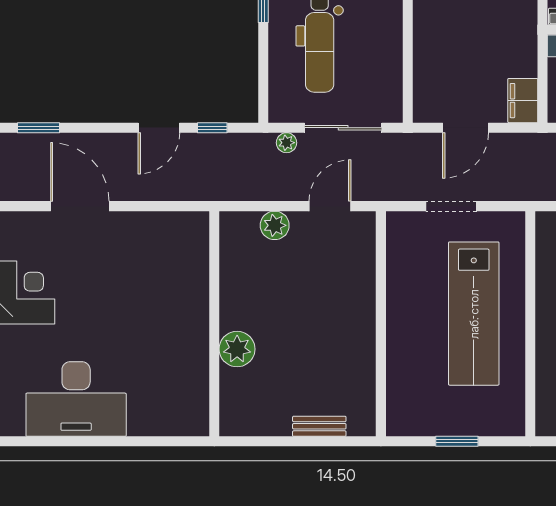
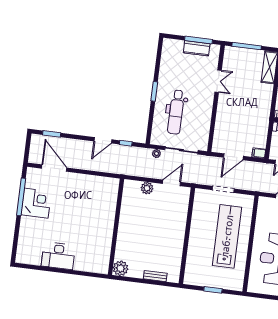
filing cabinet: (523, 101) -> (259, 153), width x0.50
door: (80, 206) -> (54, 168), moved
lab bench: (474, 314) -> (227, 236), turned 180
plant: (237, 349) -> (121, 268), moved
desk: (76, 399) -> (58, 256), width x0.73, depth x0.77

